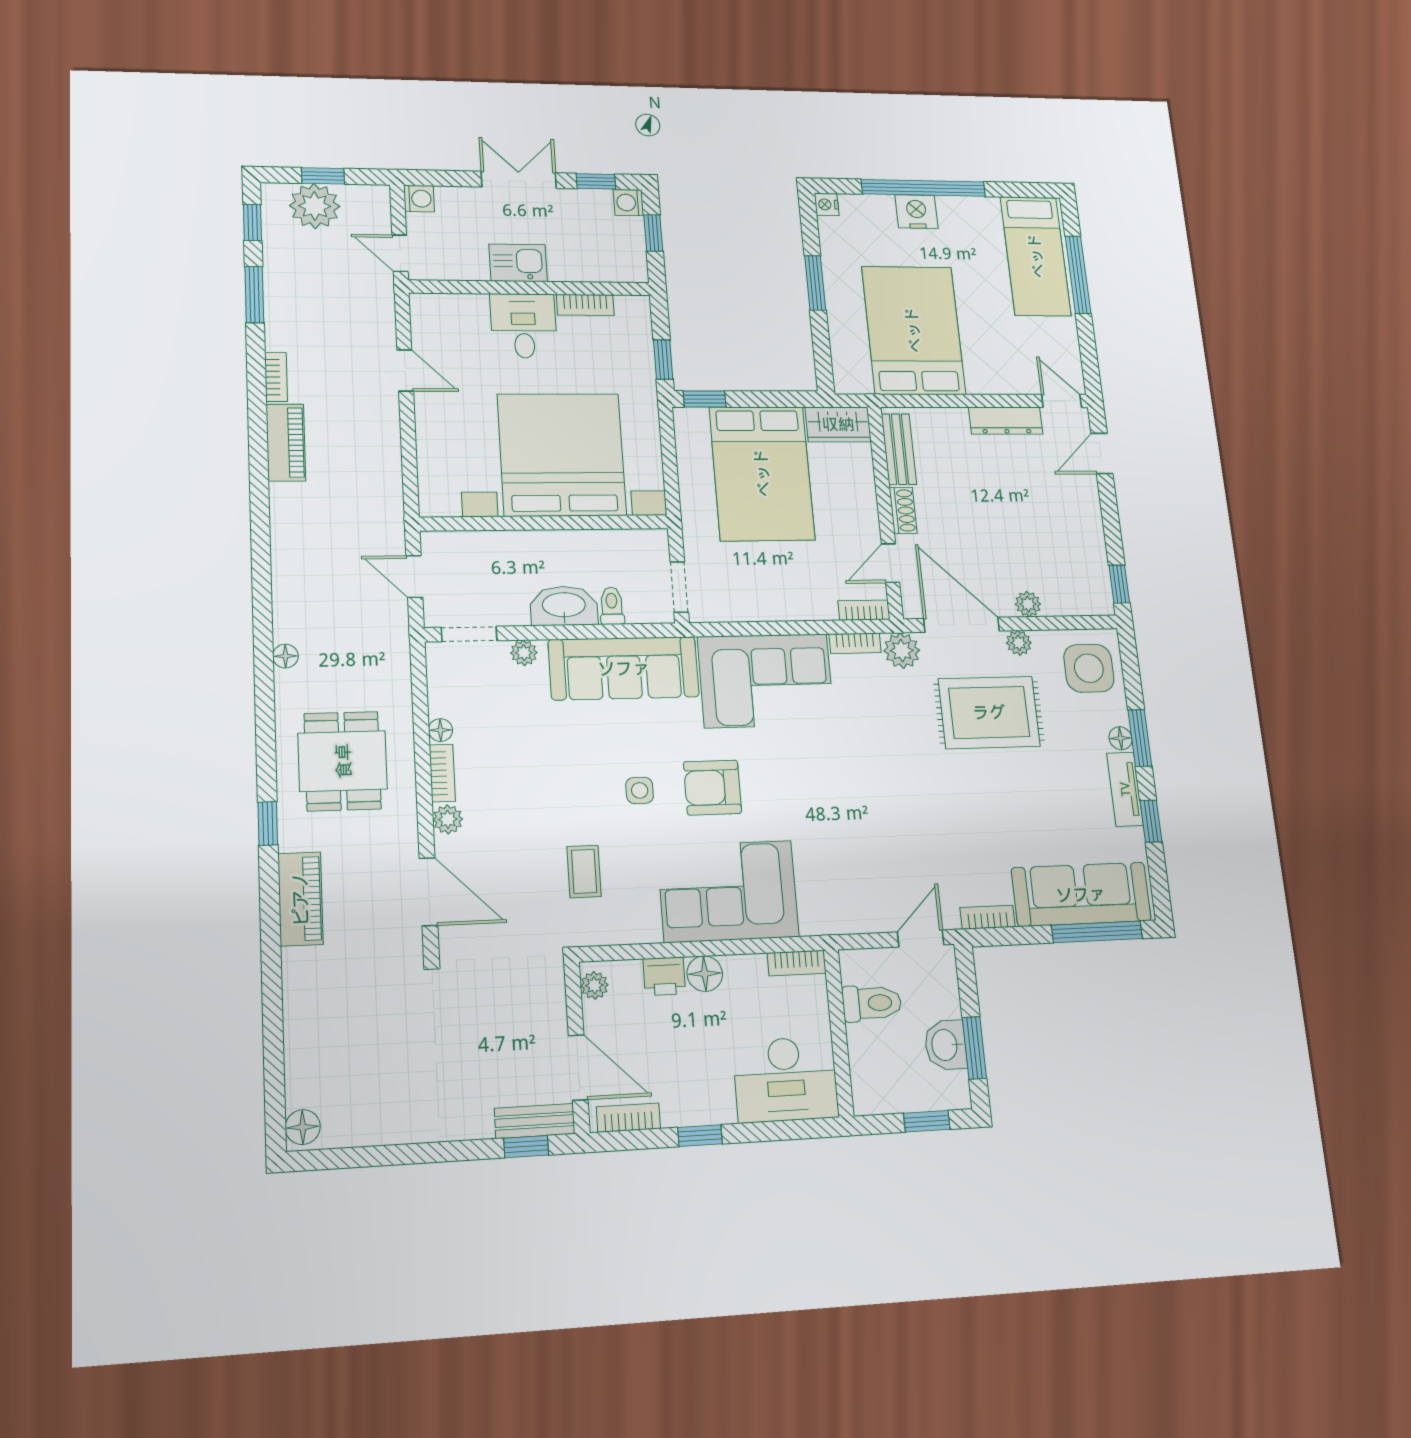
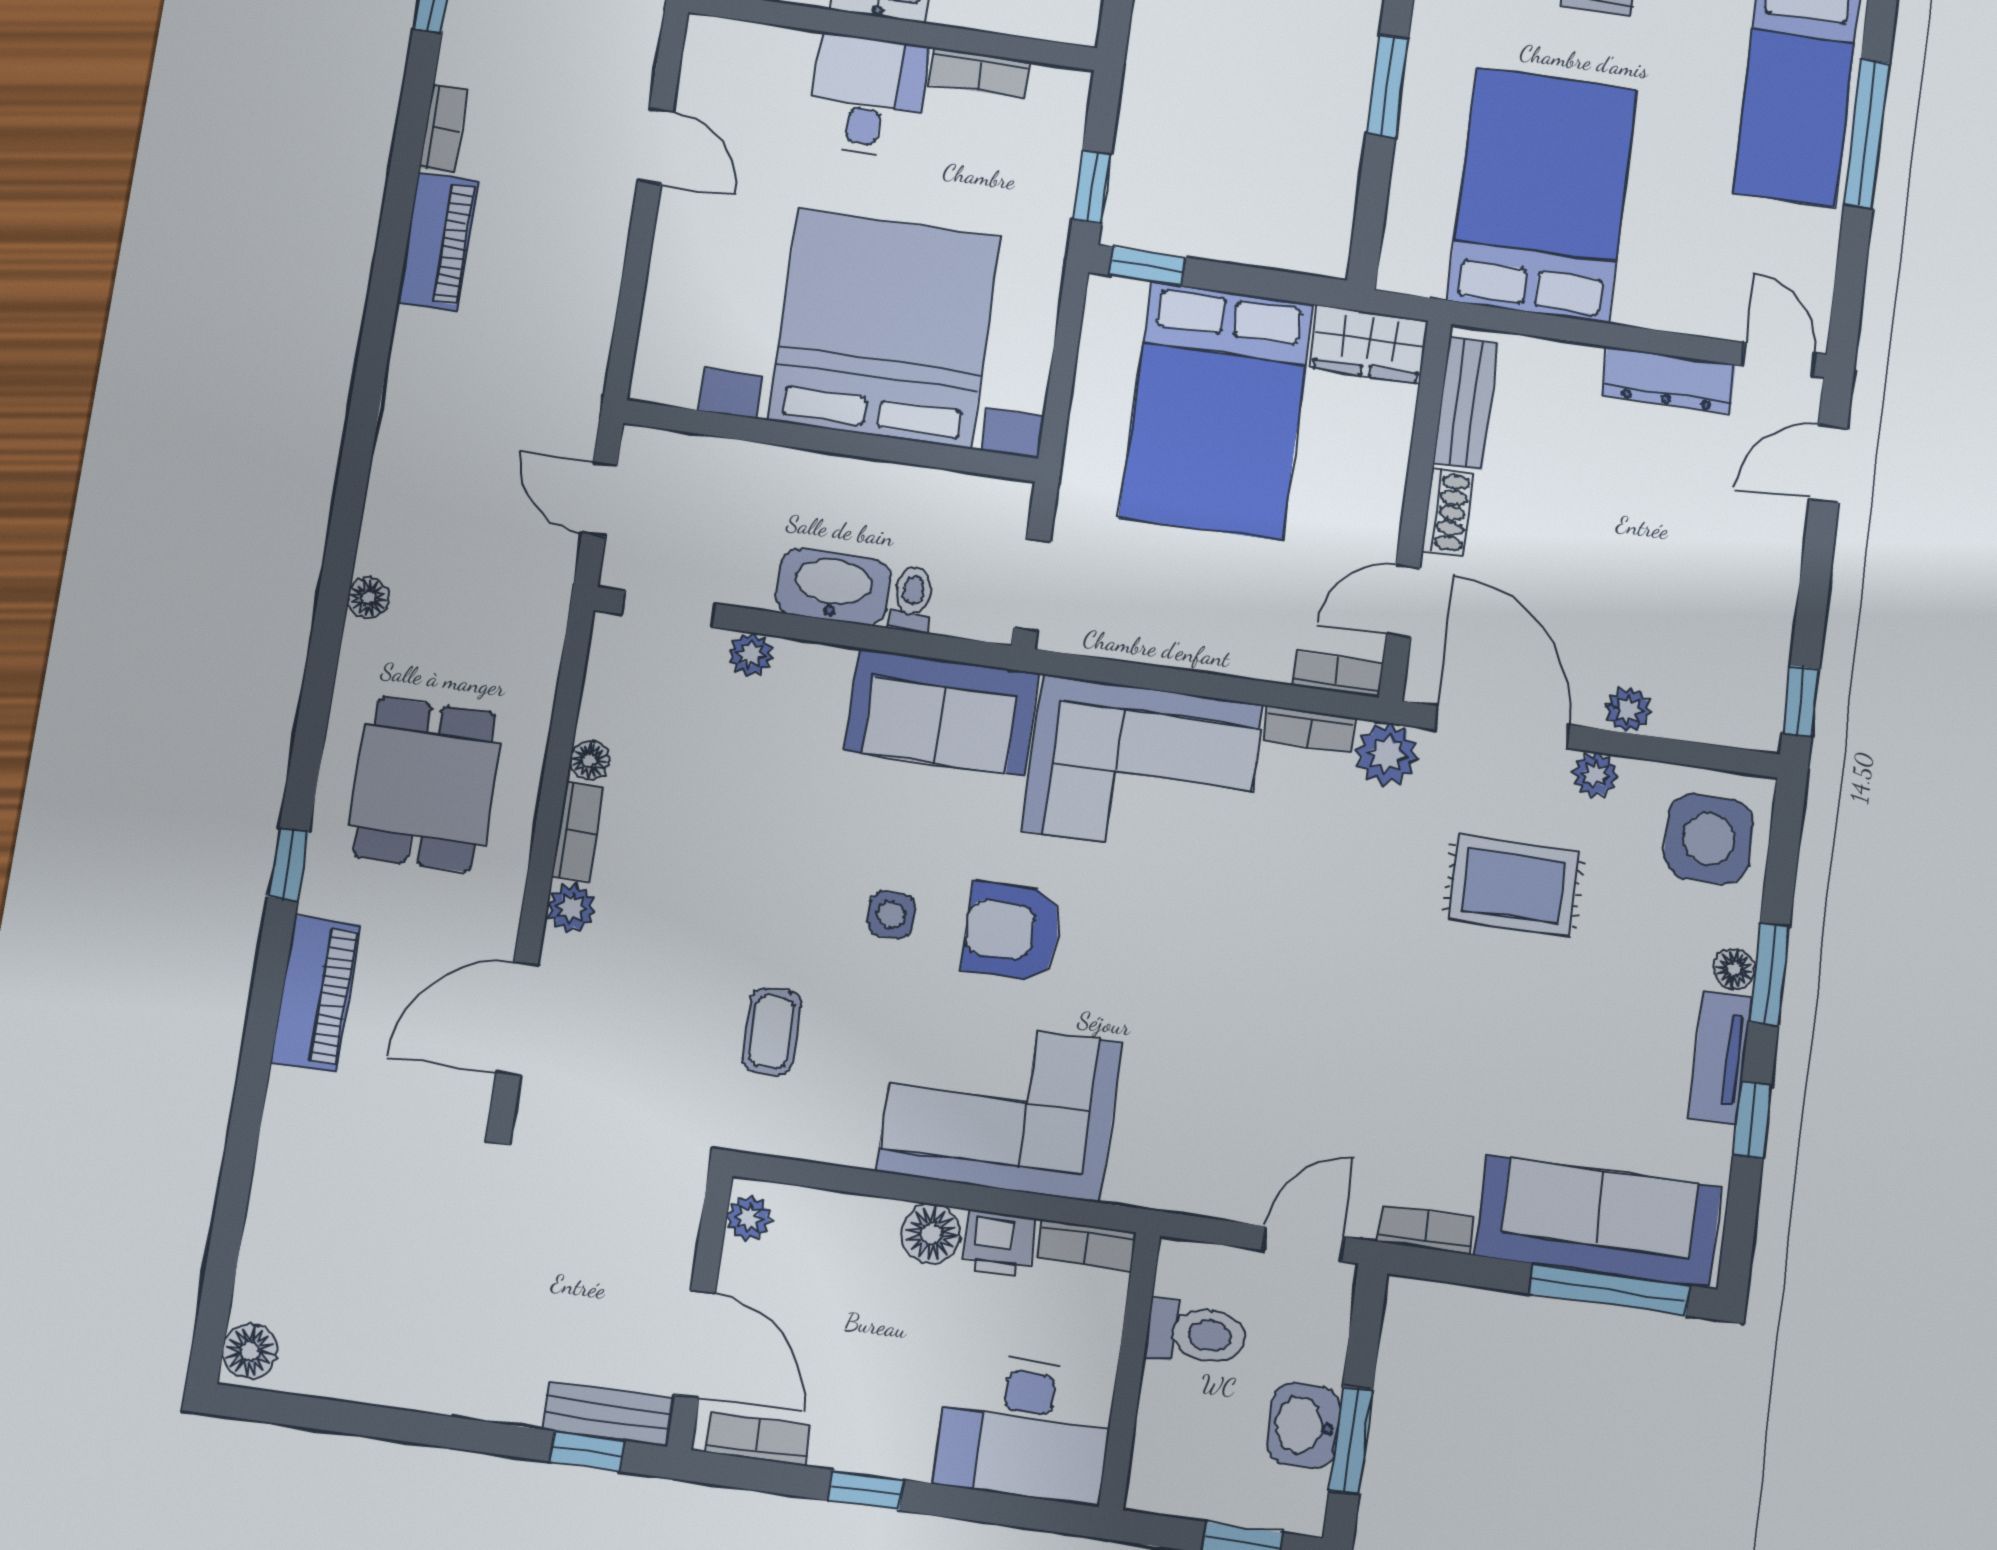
sofa: (624, 668) -> (942, 712), width x0.73
rug: (989, 712) -> (1513, 886), width x0.73, depth x0.70
door: (428, 892) -> (517, 1019), swing flipped
printer: (664, 976) -> (999, 1244), moved

